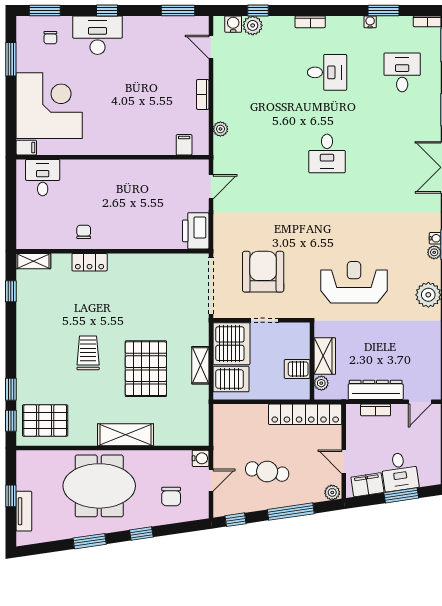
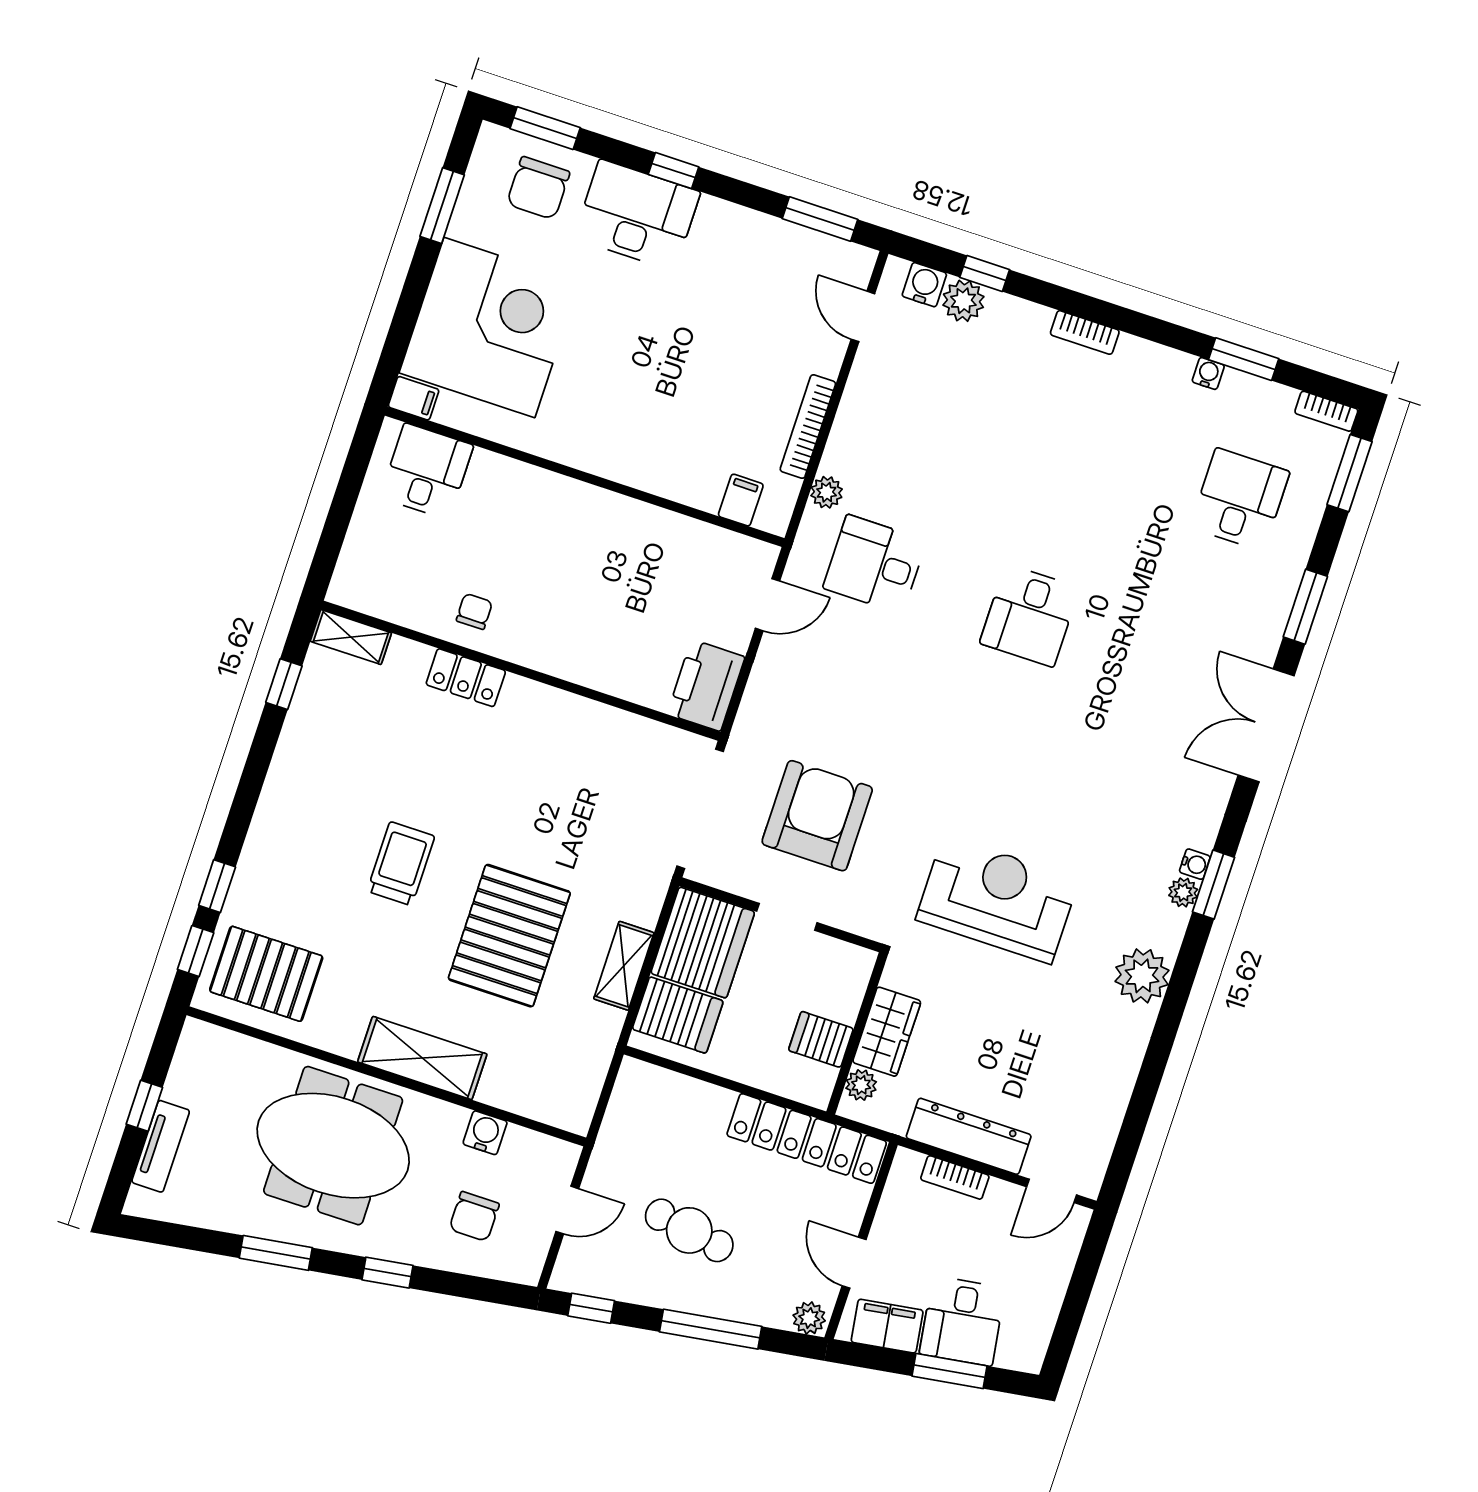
chair: (50, 38) -> (538, 188), width x1.87, depth x1.87
desk: (327, 72) -> (875, 564), moved, turned 180
bookcase: (203, 94) -> (808, 427), width x1.56
water cooler: (201, 458) -> (485, 1133), moved, turned -90

